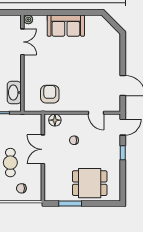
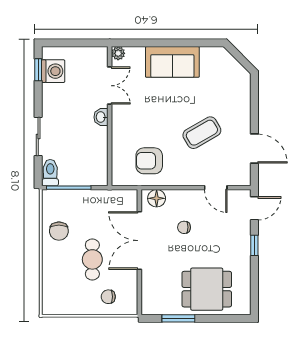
coffee table: (86, 75) -> (202, 133), added
washbasin: (14, 93) -> (101, 117), moved, width x0.52, depth x0.69
armchair: (50, 94) -> (149, 161), turned -90
double door: (43, 149) -> (139, 241), width x1.37

